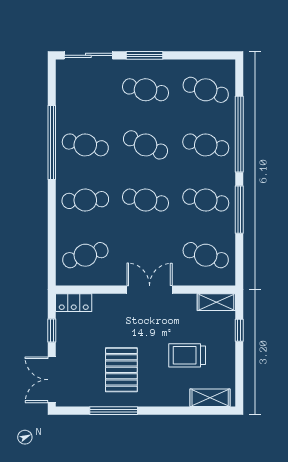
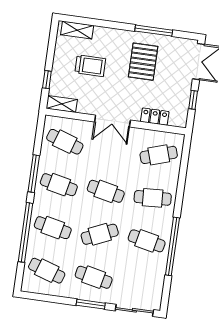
cafe table: (146, 145) -> (100, 234), turned -48
locker: (74, 303) -> (155, 117), moved

